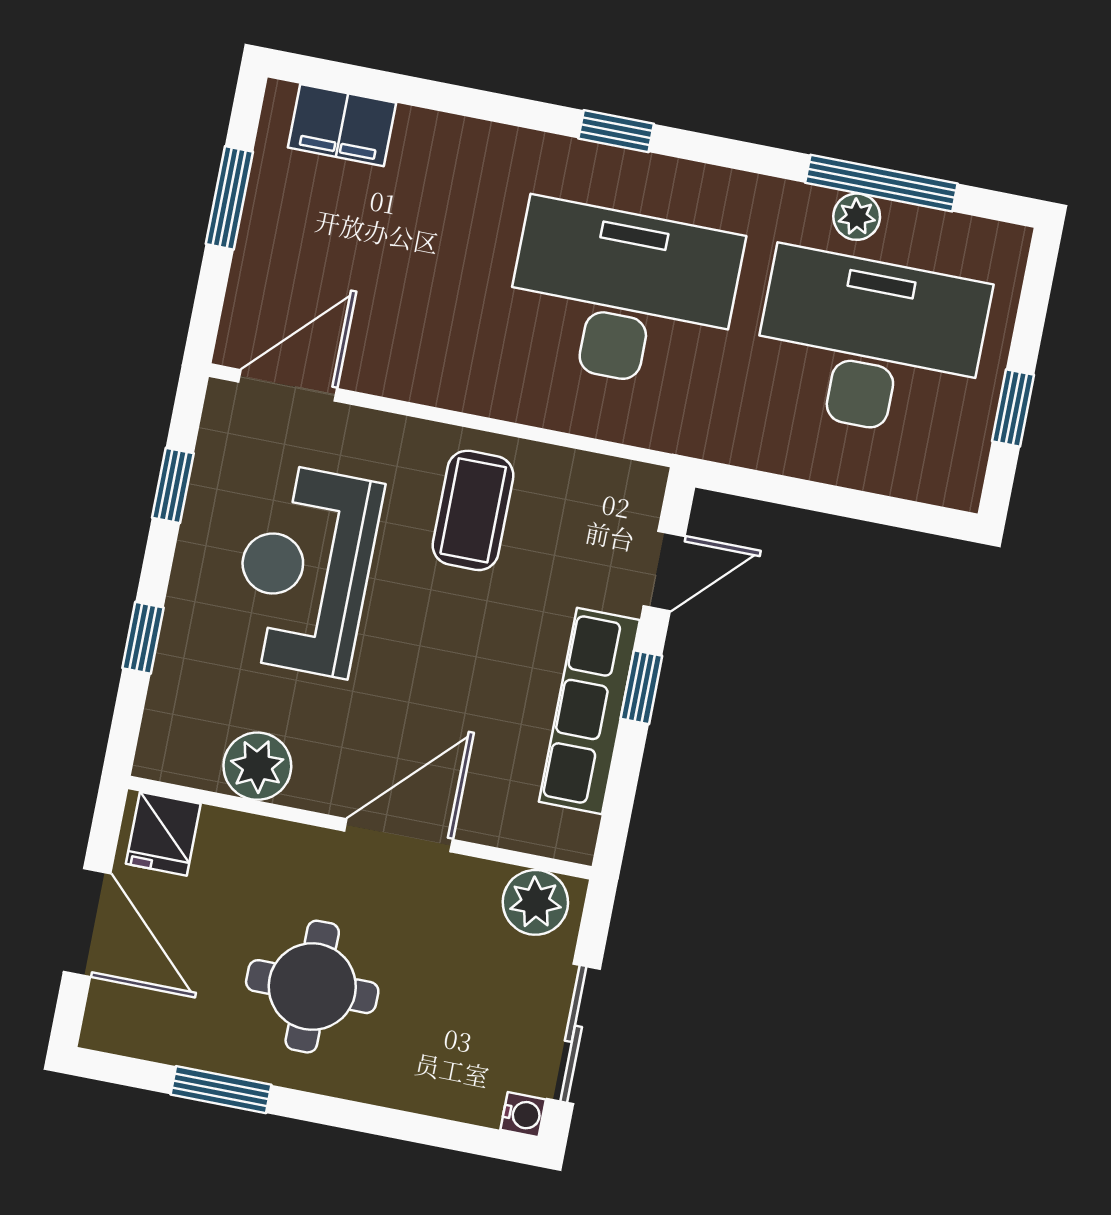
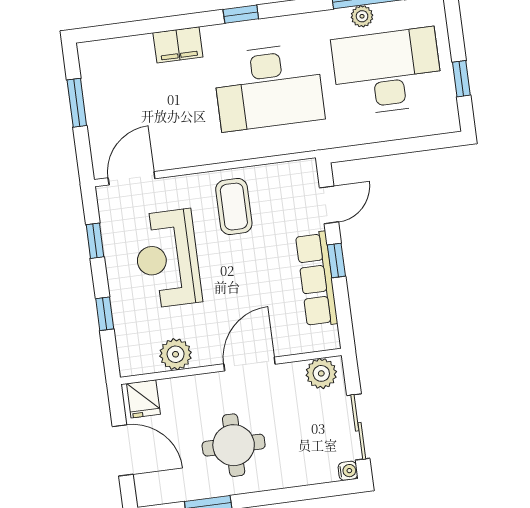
filing cabinet: (342, 125) -> (178, 45), moved
desk: (623, 295) -> (269, 87), turned 180

